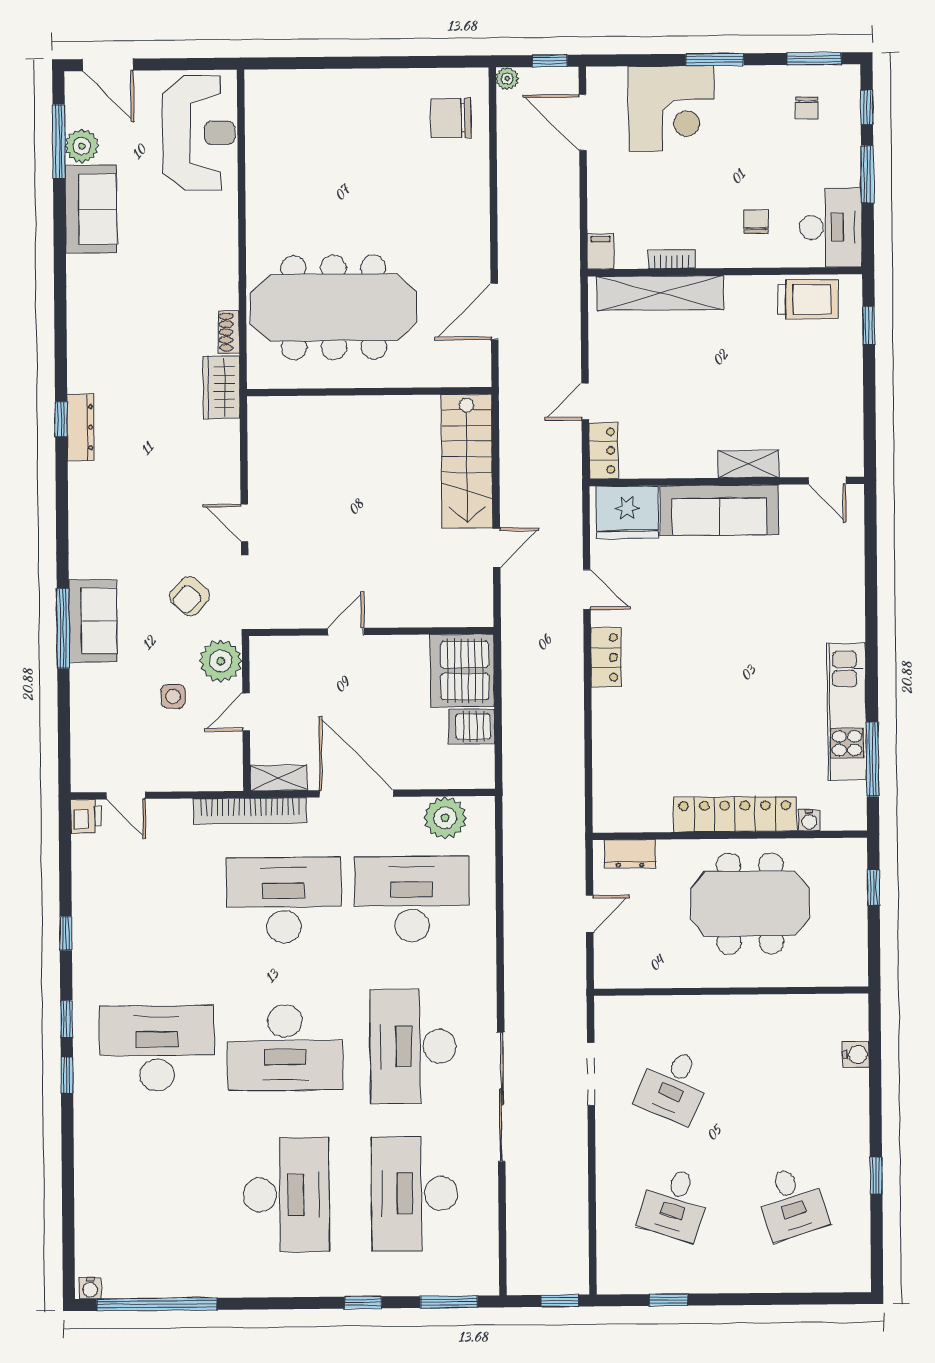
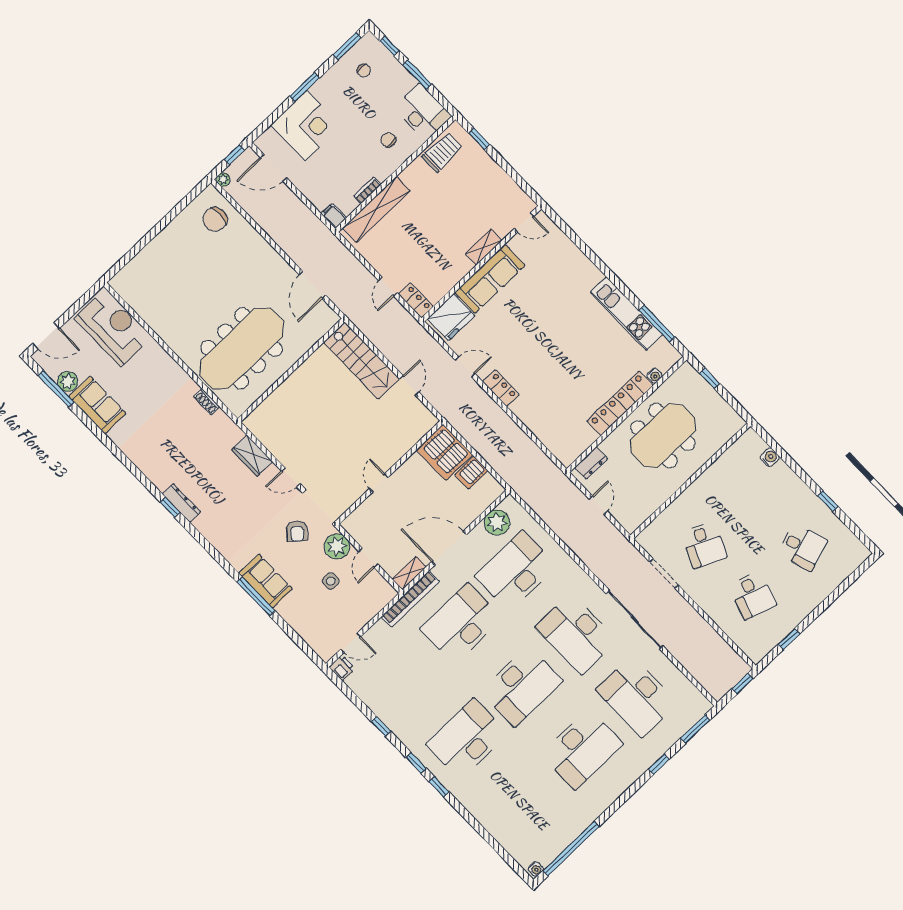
wardrobe: (221, 387) -> (252, 456), moved
desk: (286, 1195) -> (582, 749), turned 90

